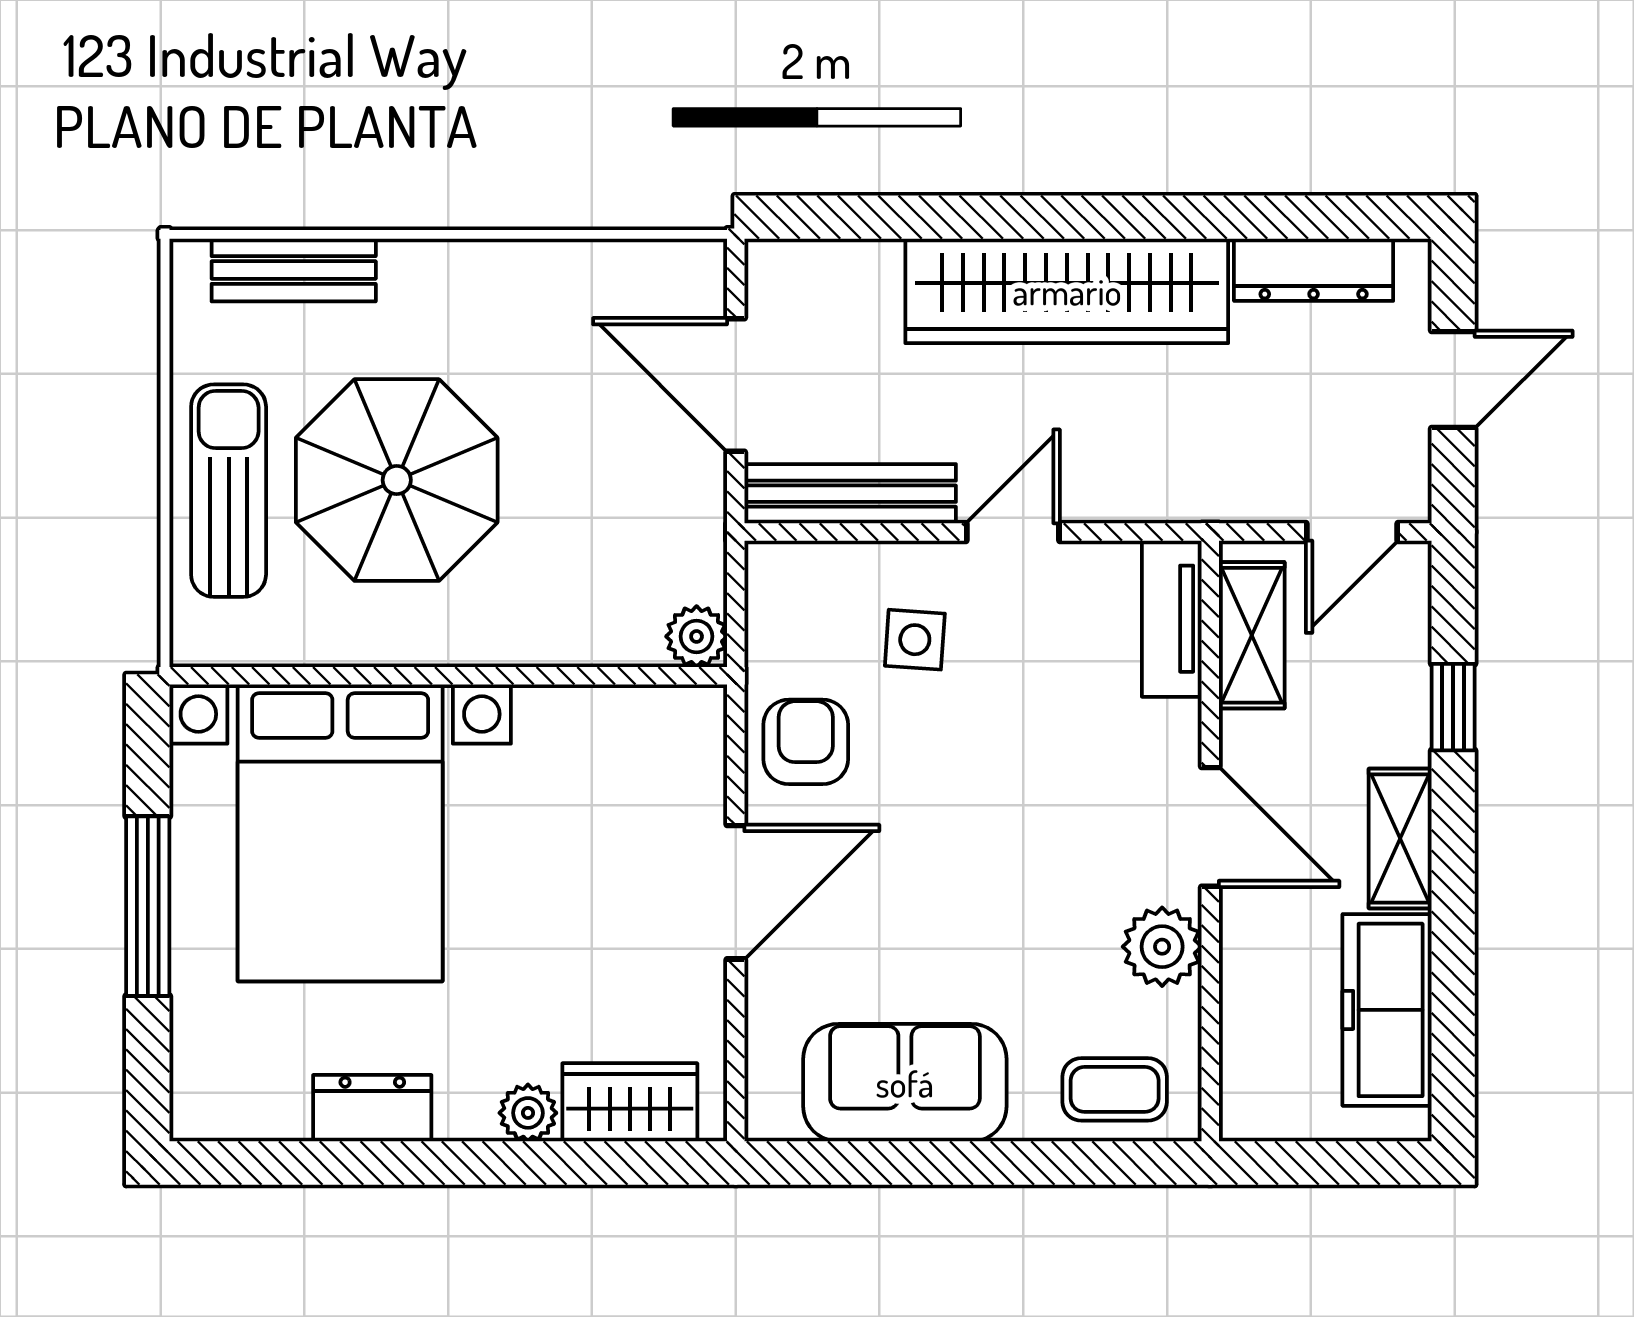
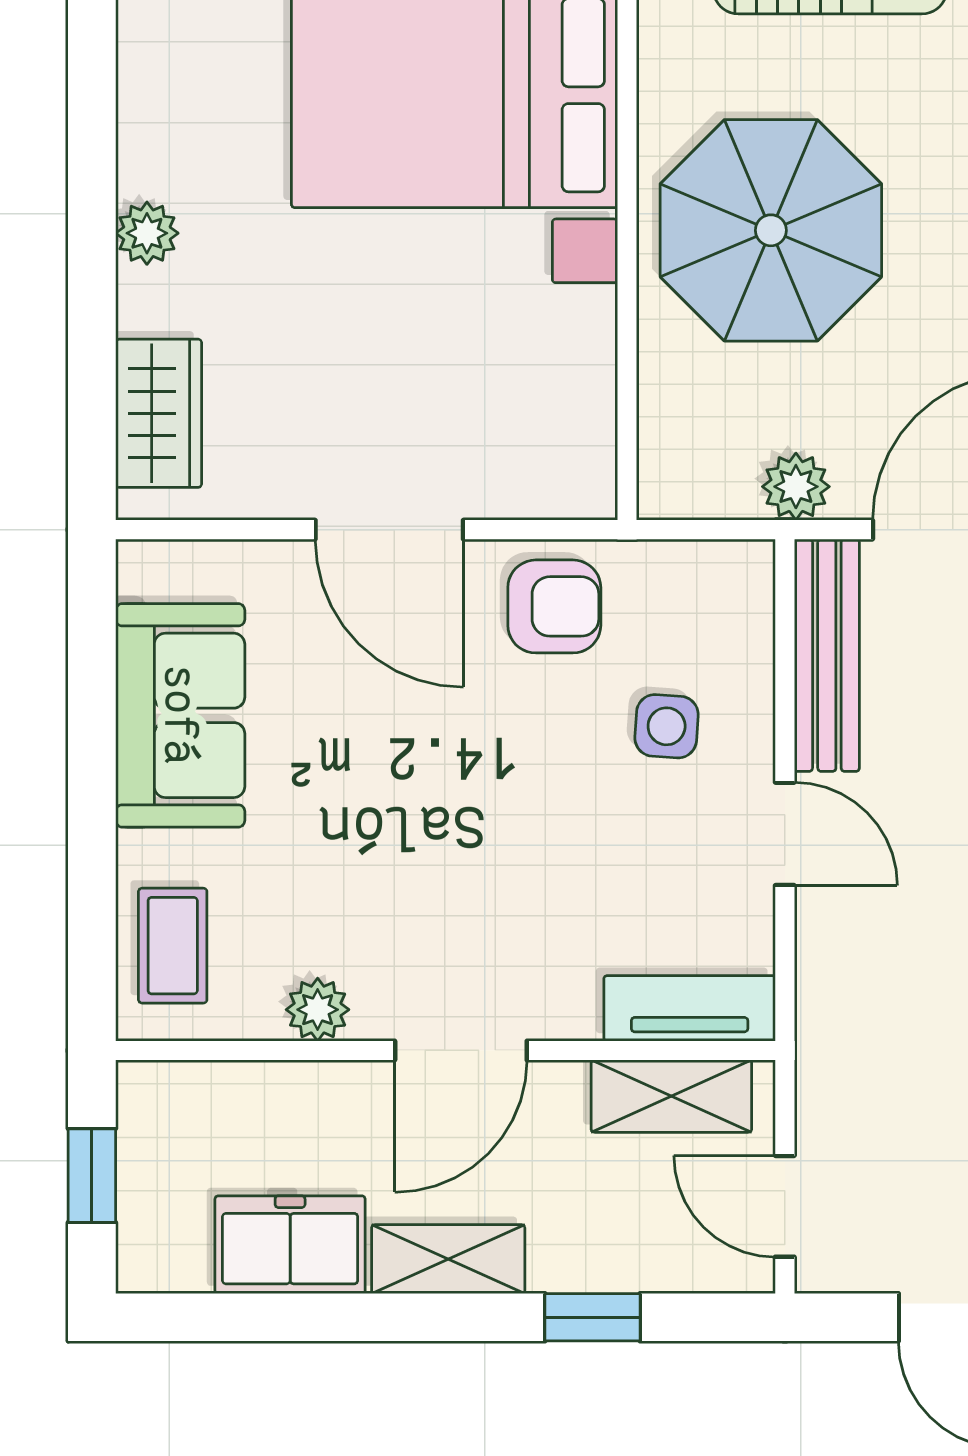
parasol: (397, 480) -> (771, 230), moved
plant: (697, 636) -> (796, 487), moved
plant: (1162, 947) -> (318, 1010), width x0.73, depth x0.73
freezer: (1387, 1010) -> (290, 1245), width x0.71
dresser: (372, 1108) -> (152, 131), removed
plant: (528, 1113) -> (147, 233), moved
window: (1324, 1163) -> (92, 1176), added

